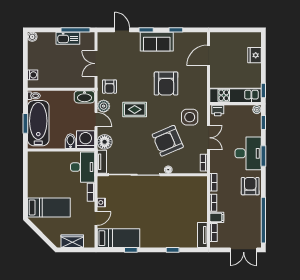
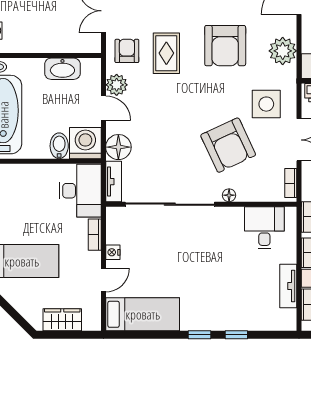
armchair: (110, 87) -> (127, 51), turned 180
plant: (199, 87) -> (283, 51), added
washbasin: (84, 97) -> (62, 69), moved
rug: (135, 109) -> (166, 53), moved, turned 90
armchair: (168, 141) -> (228, 145), turned -92
desk: (189, 188) -> (264, 228), added
tv unit: (202, 235) -> (288, 286), moved
window: (131, 250) -> (199, 335), moved

